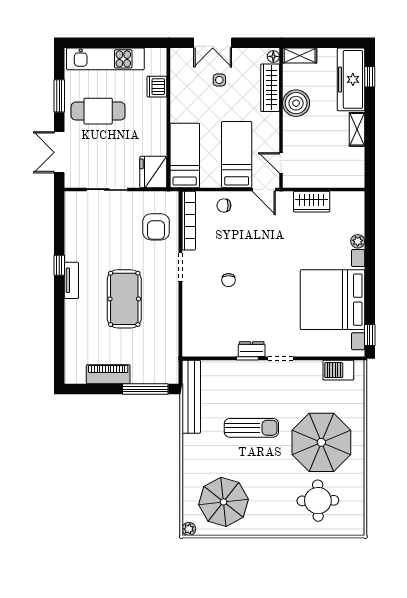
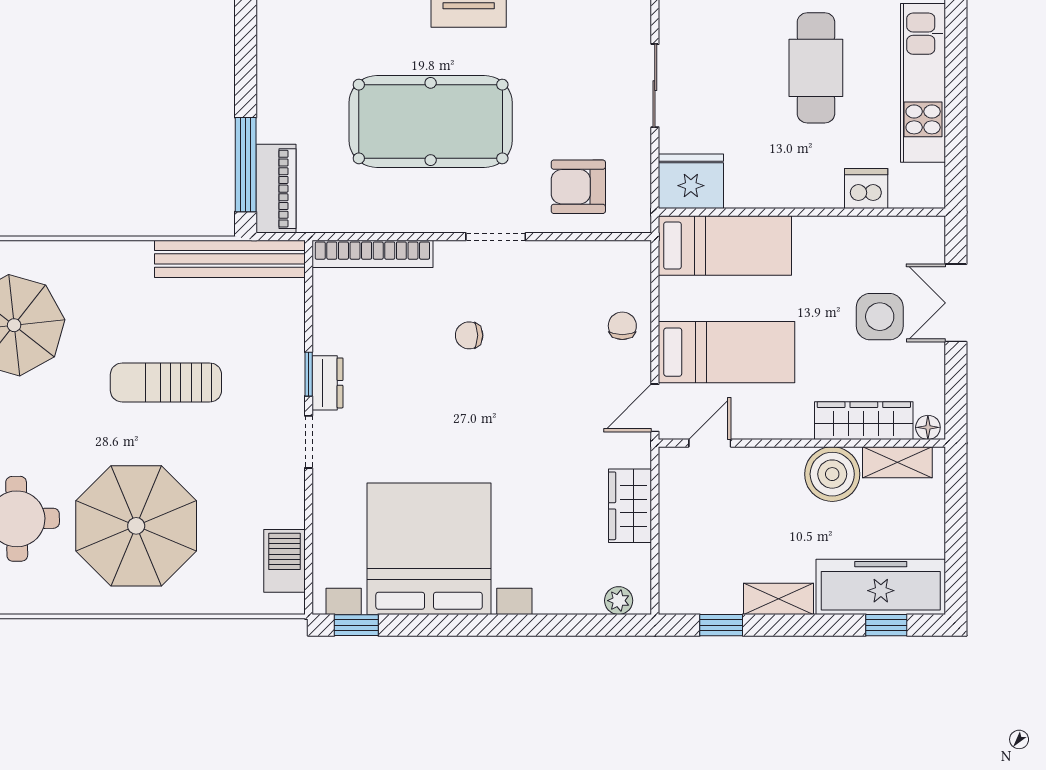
shelving: (300, 56) -> (897, 462), moved, turned 90
side table: (219, 80) -> (880, 317), width x1.87, depth x1.87
window: (370, 157) -> (721, 625), added
bookcase: (189, 221) -> (372, 254), moved
plant: (358, 241) -> (619, 601), moved
pool table: (124, 299) -> (431, 121), width x1.36, depth x1.32
piano: (108, 374) -> (276, 189), moved
sun lounger: (251, 428) -> (166, 382), turned 90

